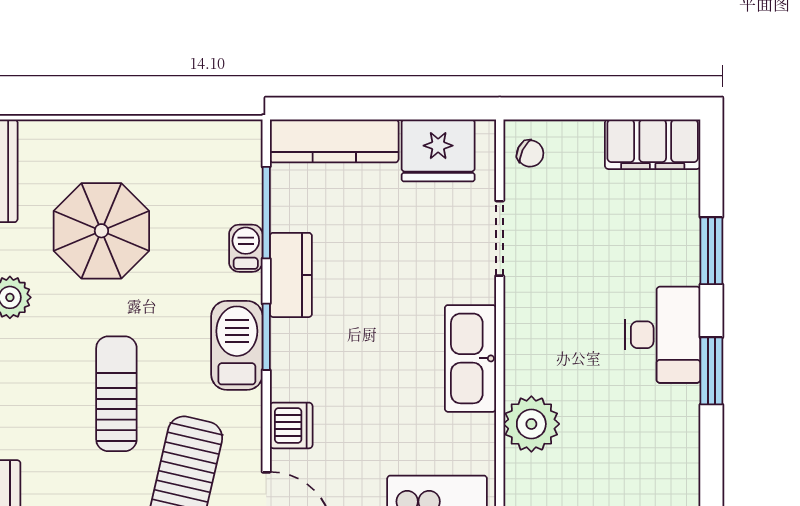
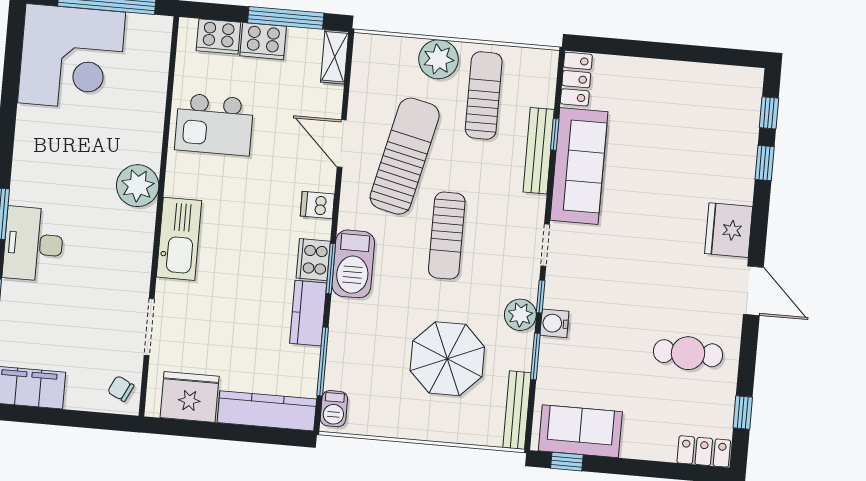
barbecue: (246, 248) -> (334, 409), moved
cooker: (290, 346) -> (313, 260), added
dishwasher: (291, 425) -> (317, 205), width x0.73

